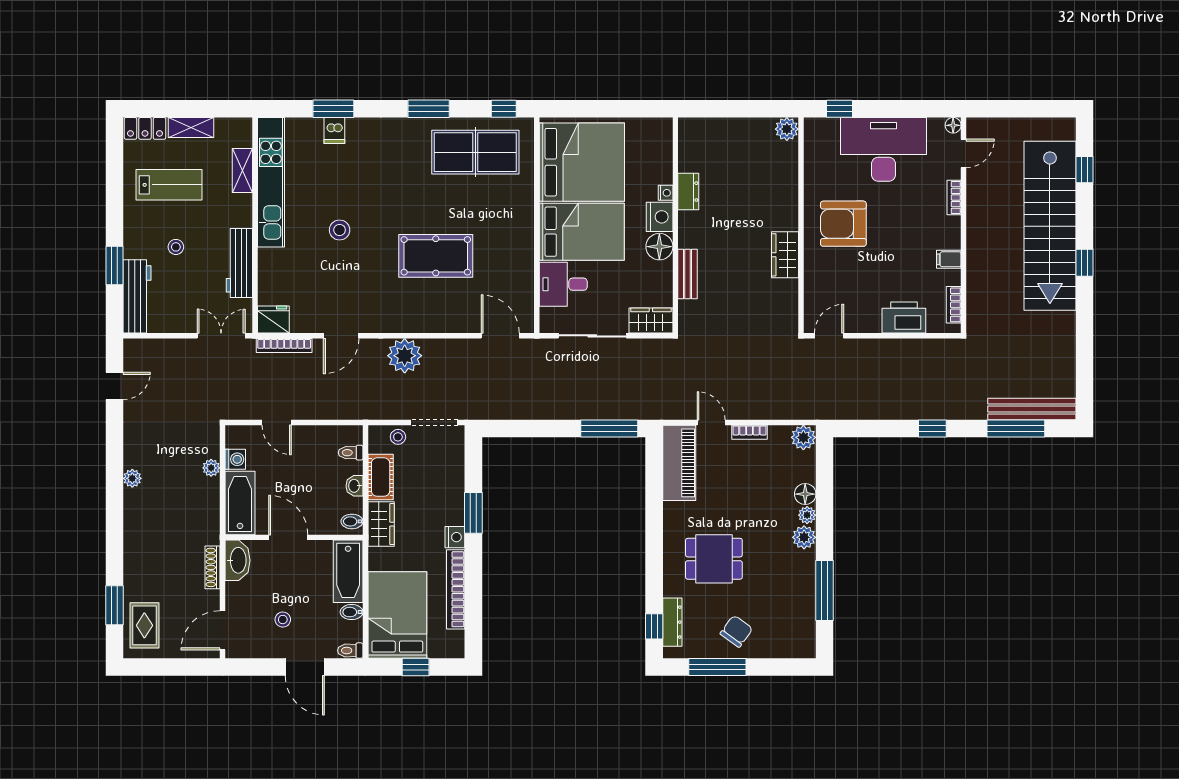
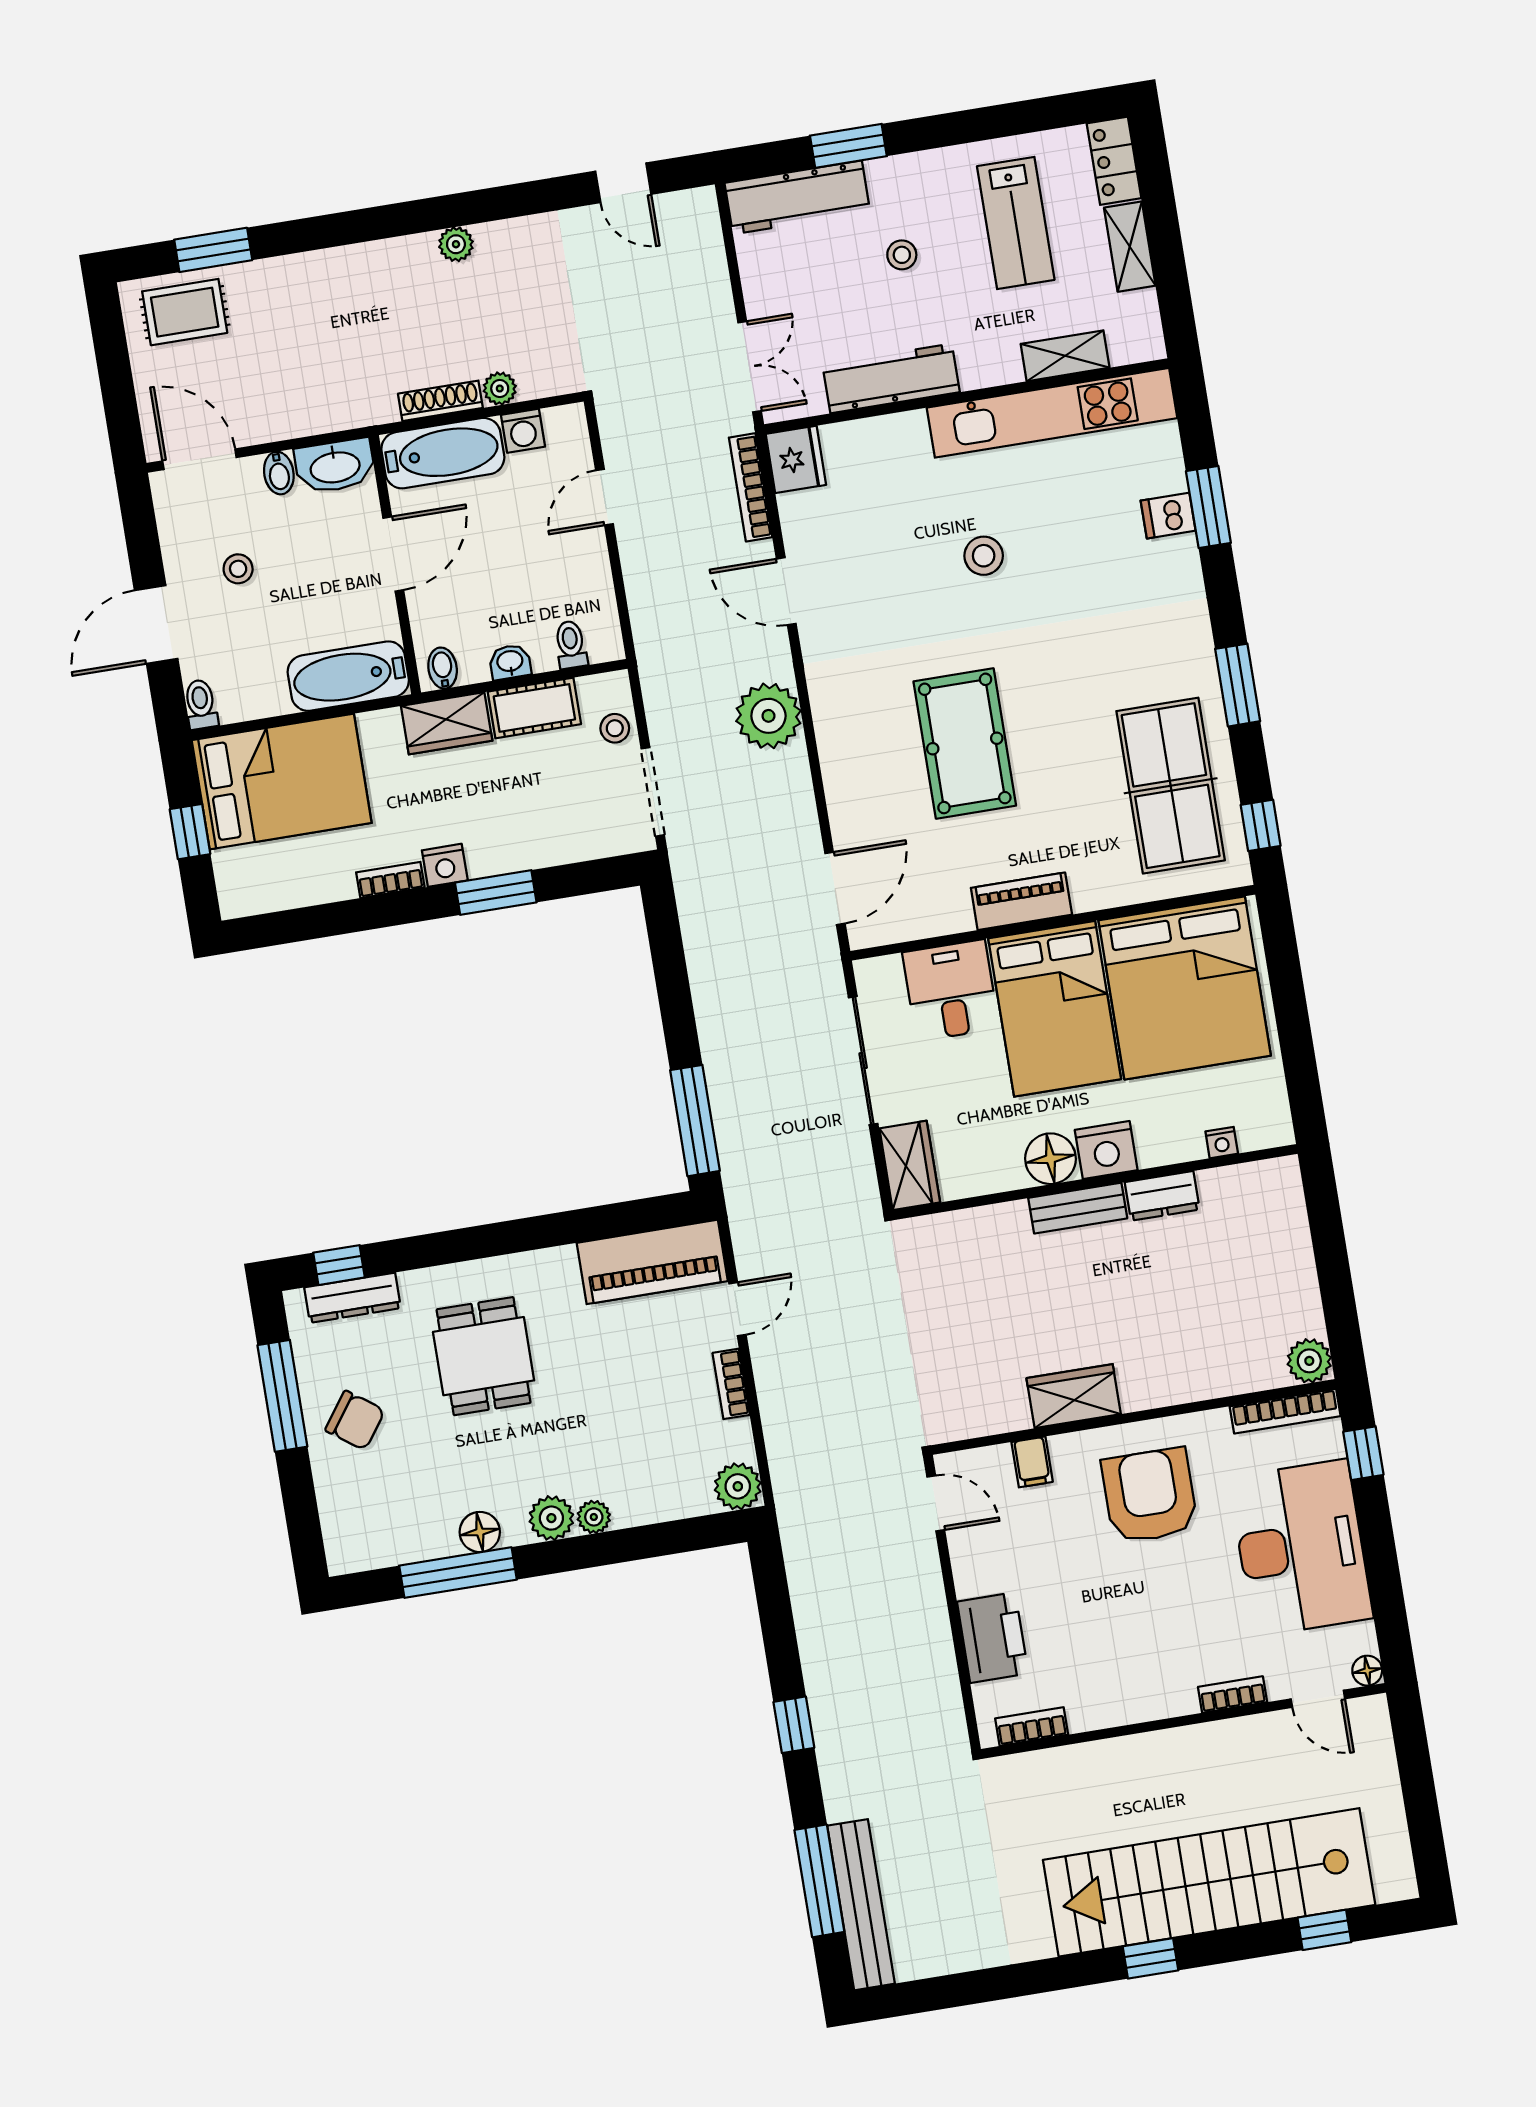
bookcase: (811, 146) -> (1285, 1411), added
nightstand: (666, 193) -> (1222, 1143), moved
piano: (523, 240) -> (1021, 901), added
filing cabinet: (949, 259) -> (1032, 1462), moved, turned 180
bench: (687, 274) -> (1078, 1208), moved
floor lamp: (805, 494) -> (480, 1532), moved
shoe rack: (213, 567) -> (440, 401), moved
bookcase: (456, 589) -> (390, 880), width x0.43, depth x0.76
bidet: (352, 612) -> (279, 473), moved, turned 180

